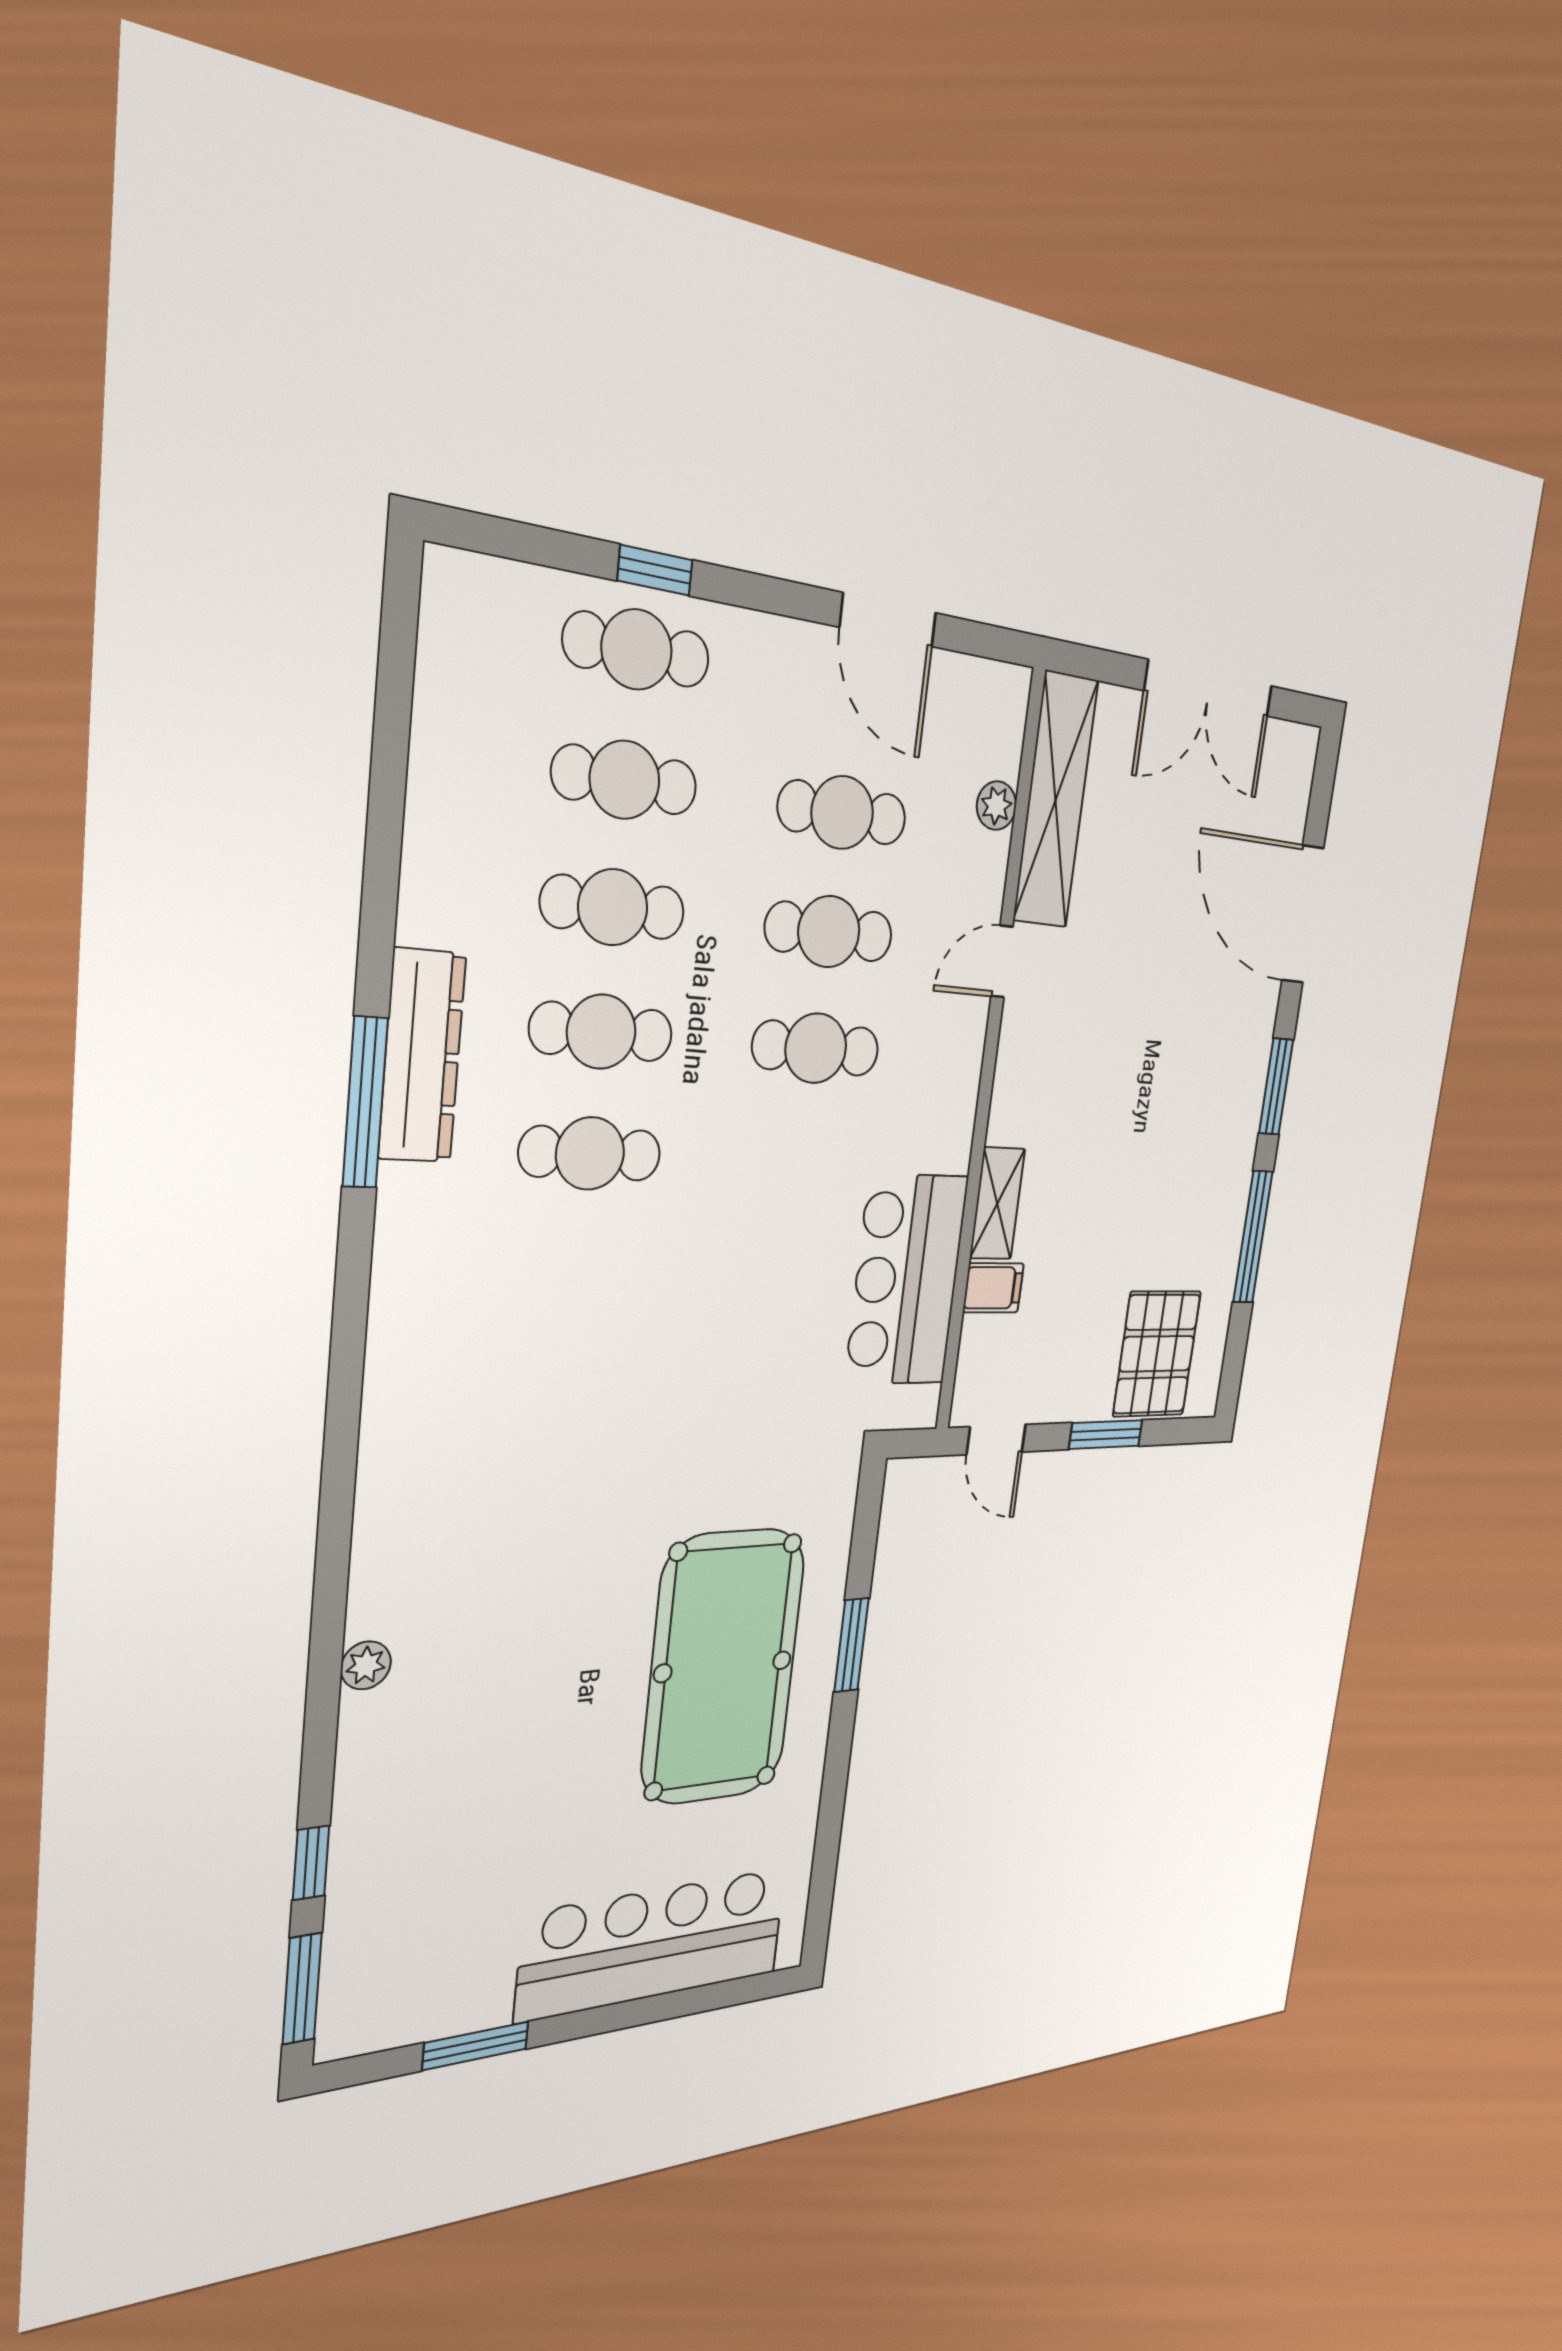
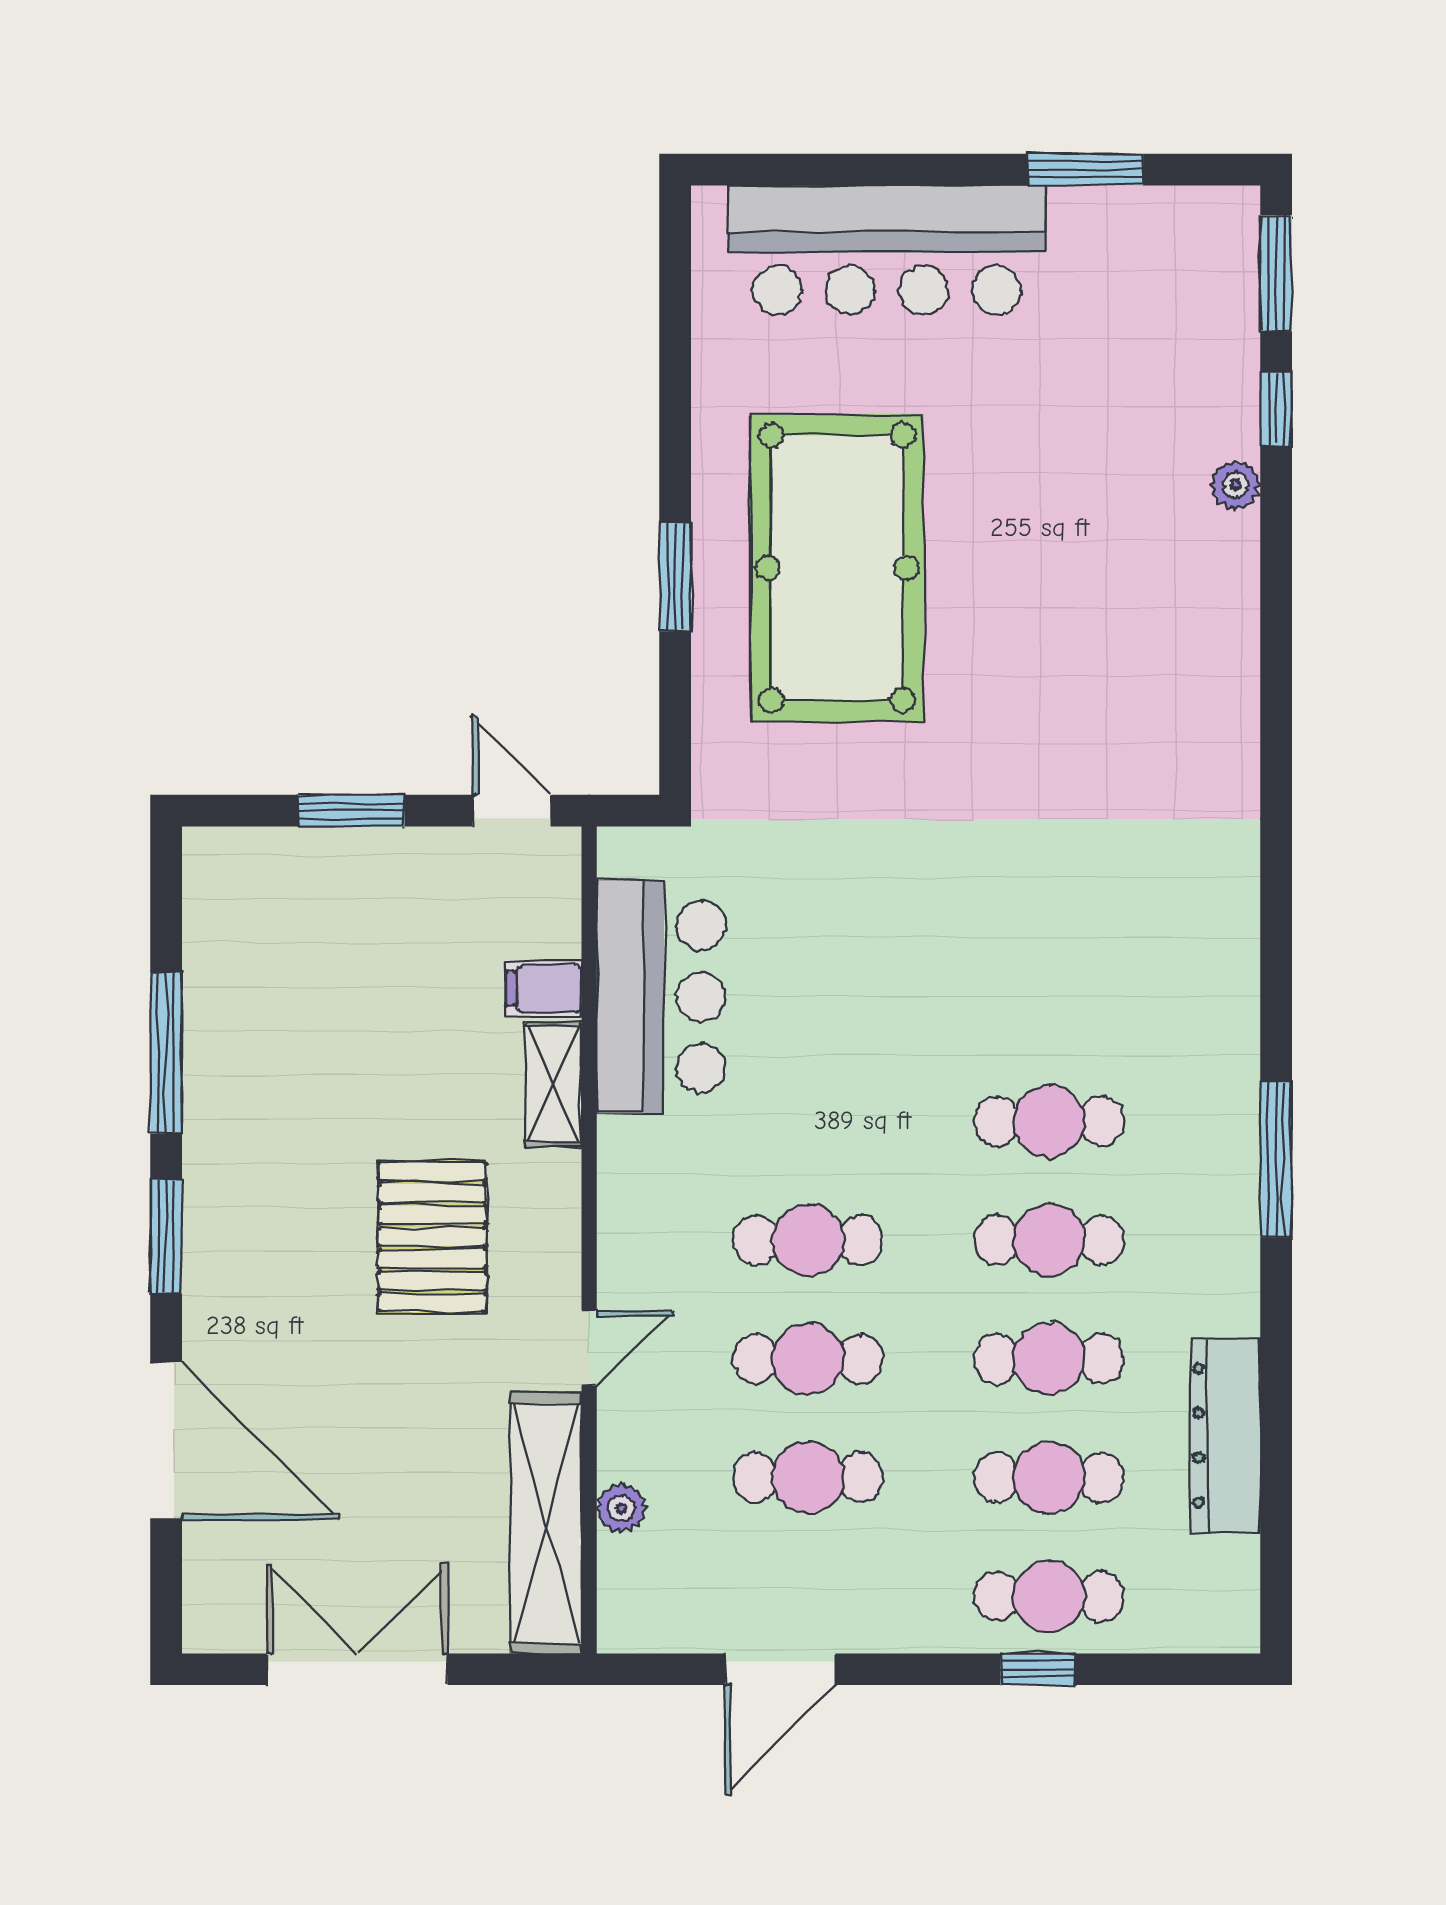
door: (888, 620) -> (780, 1669), swing flipped
dresser: (422, 1056) -> (1226, 1435), moved
pallet: (1157, 1354) -> (432, 1237), moved
plant: (366, 1665) -> (1236, 485), moved

